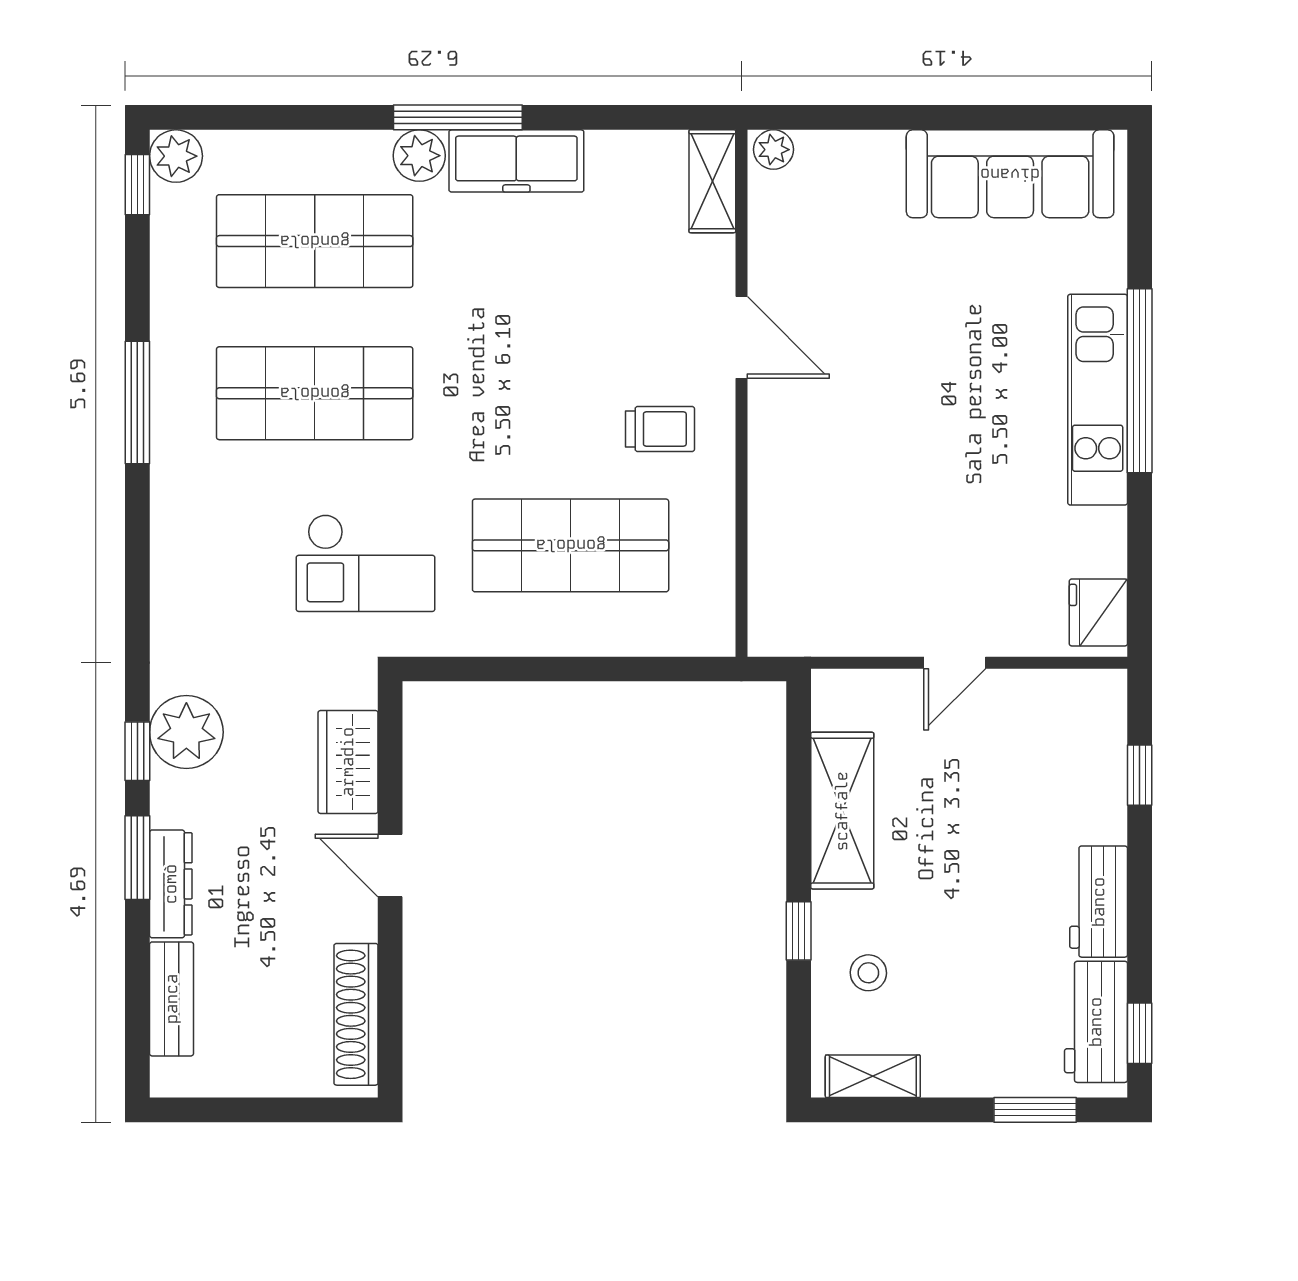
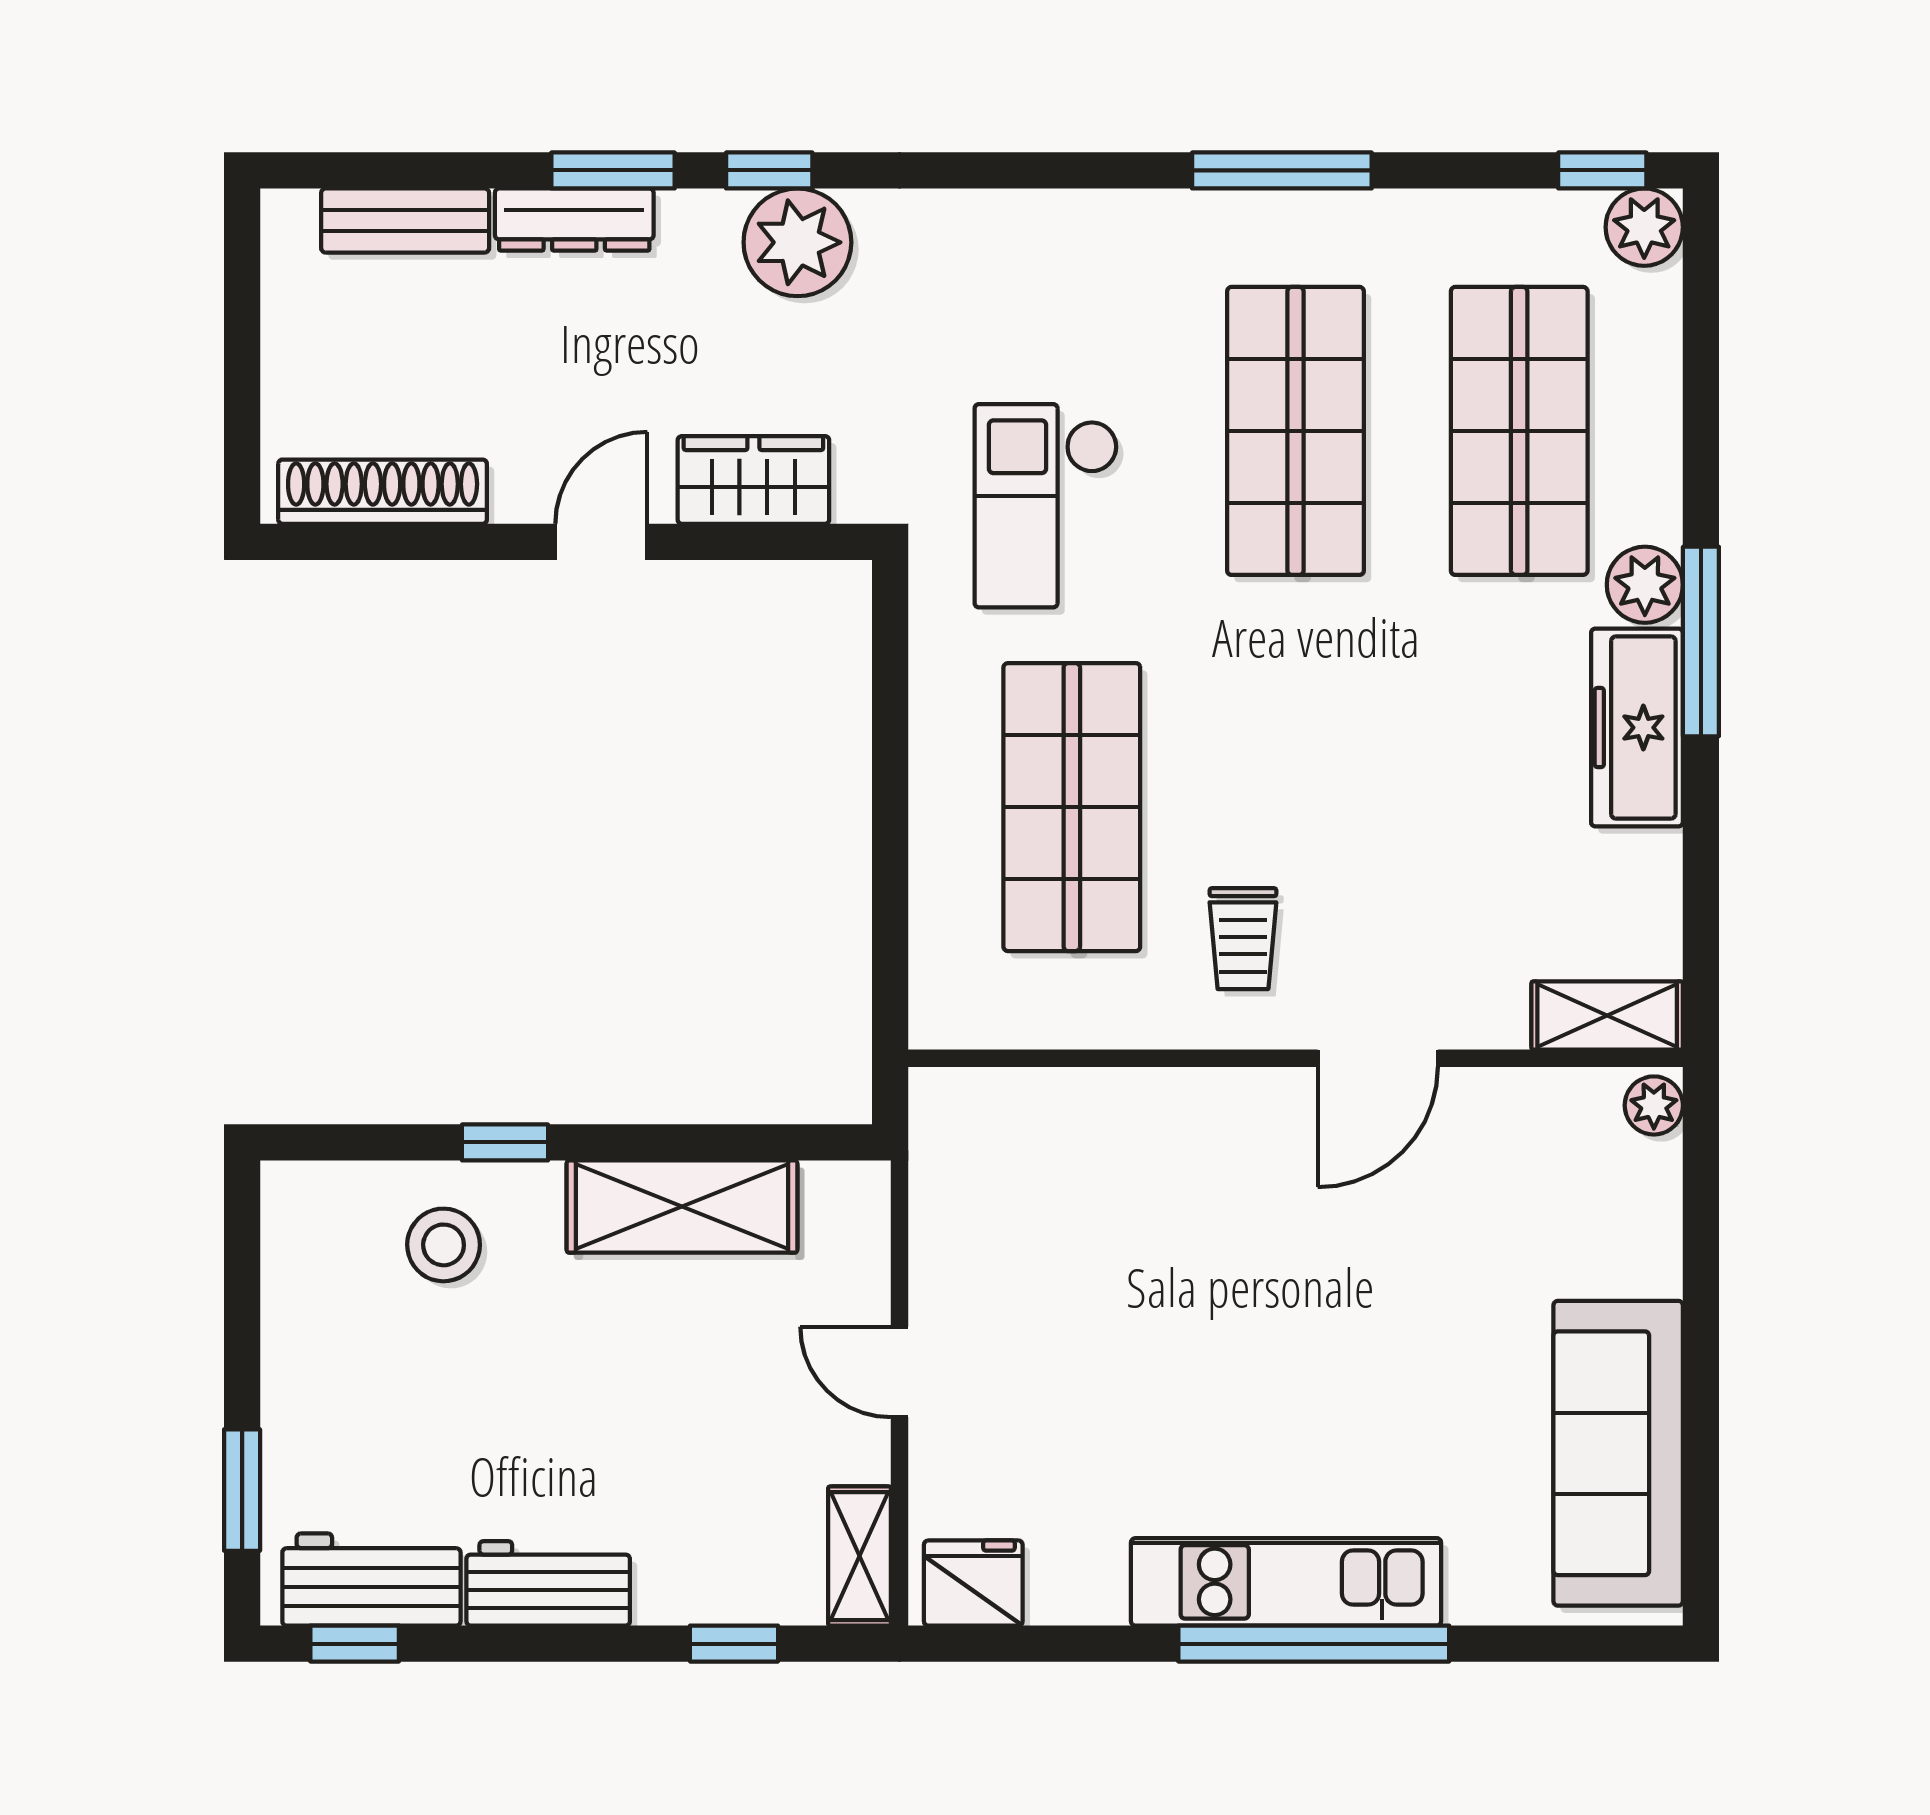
stool: (868, 973) -> (444, 1245), width x1.37, depth x1.37
shelving: (873, 1076) -> (860, 1556), moved

